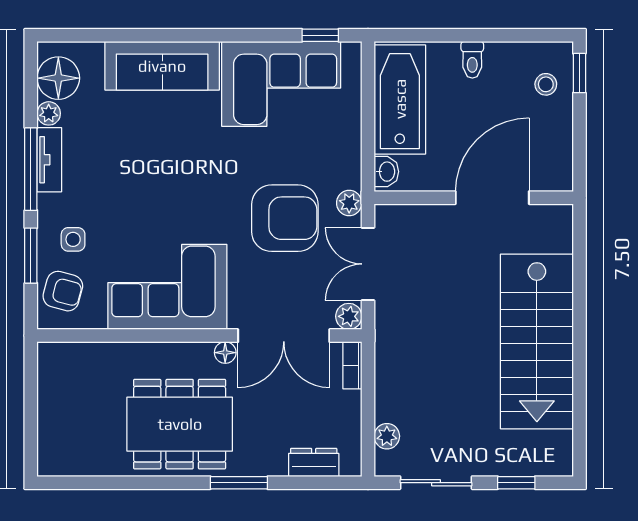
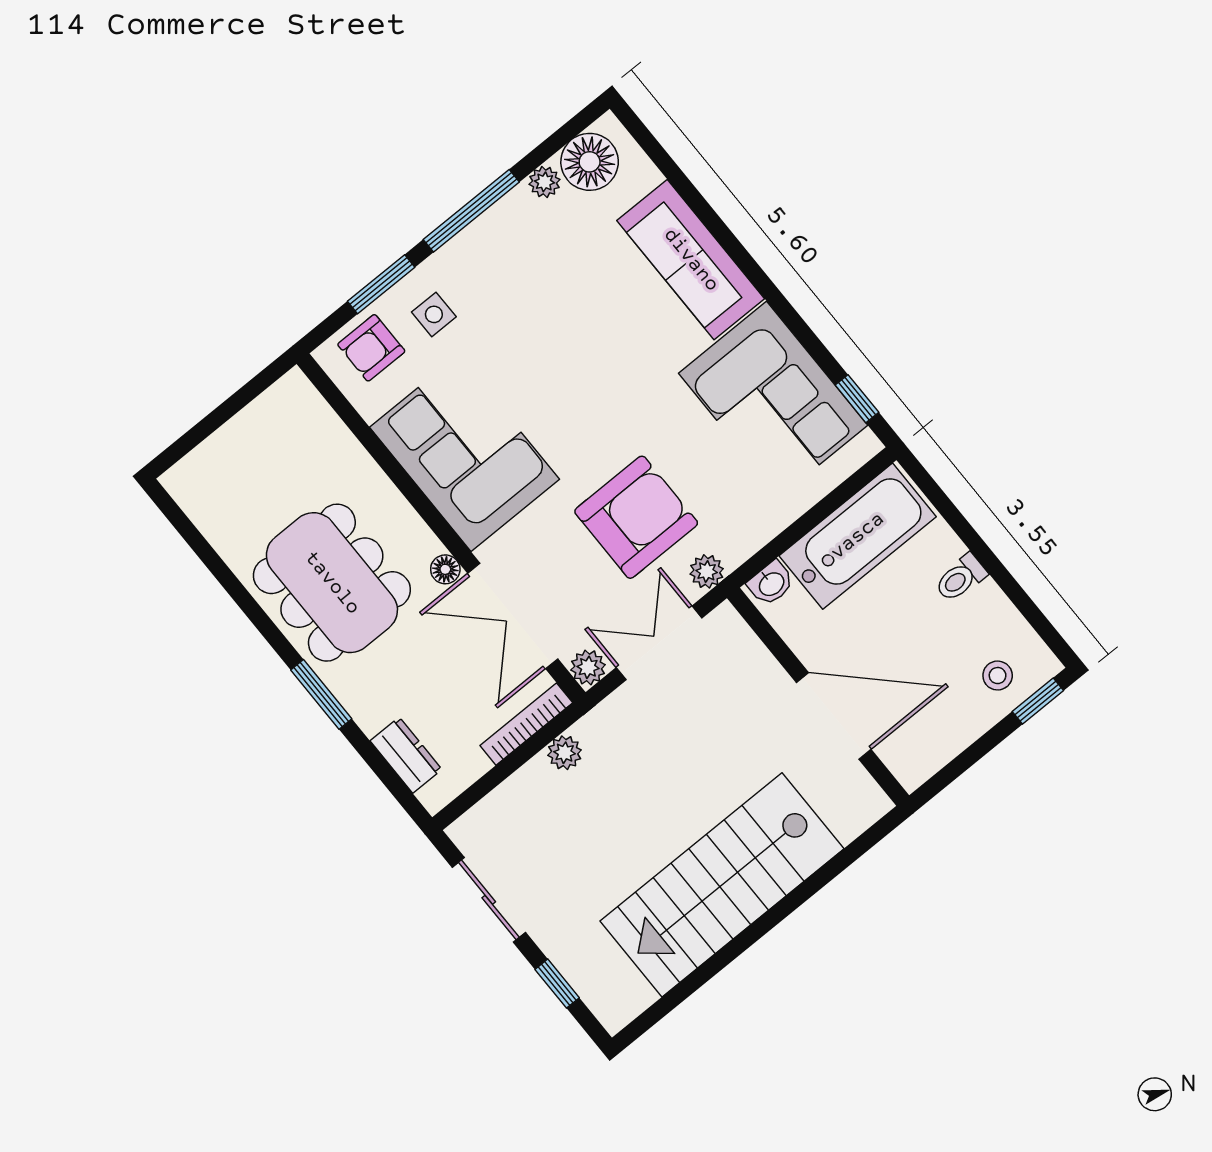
tv unit: (49, 160) -> (497, 222), removed
armchair: (285, 218) -> (636, 517), turned -90
armchair: (63, 291) -> (371, 348), turned 75
bookcase: (352, 365) -> (526, 724), width x1.56
plant: (387, 436) -> (565, 753), moved

